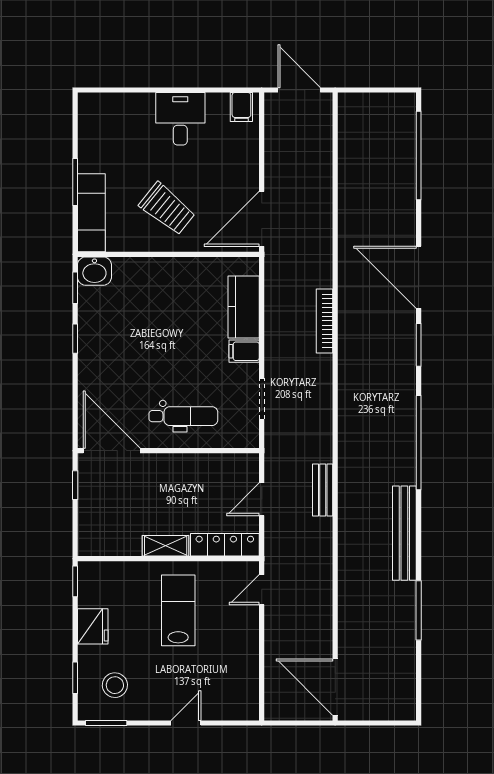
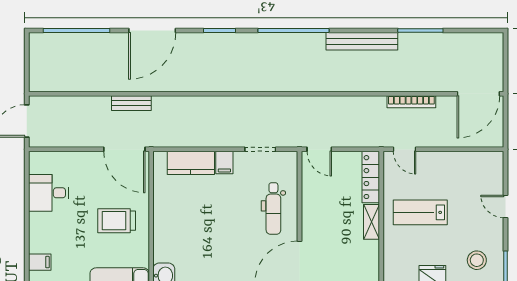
filing cabinet: (241, 107) -> (40, 262), moved
desk: (180, 119) -> (49, 193), moved
trolley: (167, 209) -> (117, 221), turned -129
door: (419, 277) -> (152, 31), moved
bookcase: (325, 321) -> (411, 102), moved
dental chair: (183, 416) -> (273, 208), turned 180
bench: (323, 490) -> (131, 103), moved
door: (262, 499) -> (319, 149), moved

